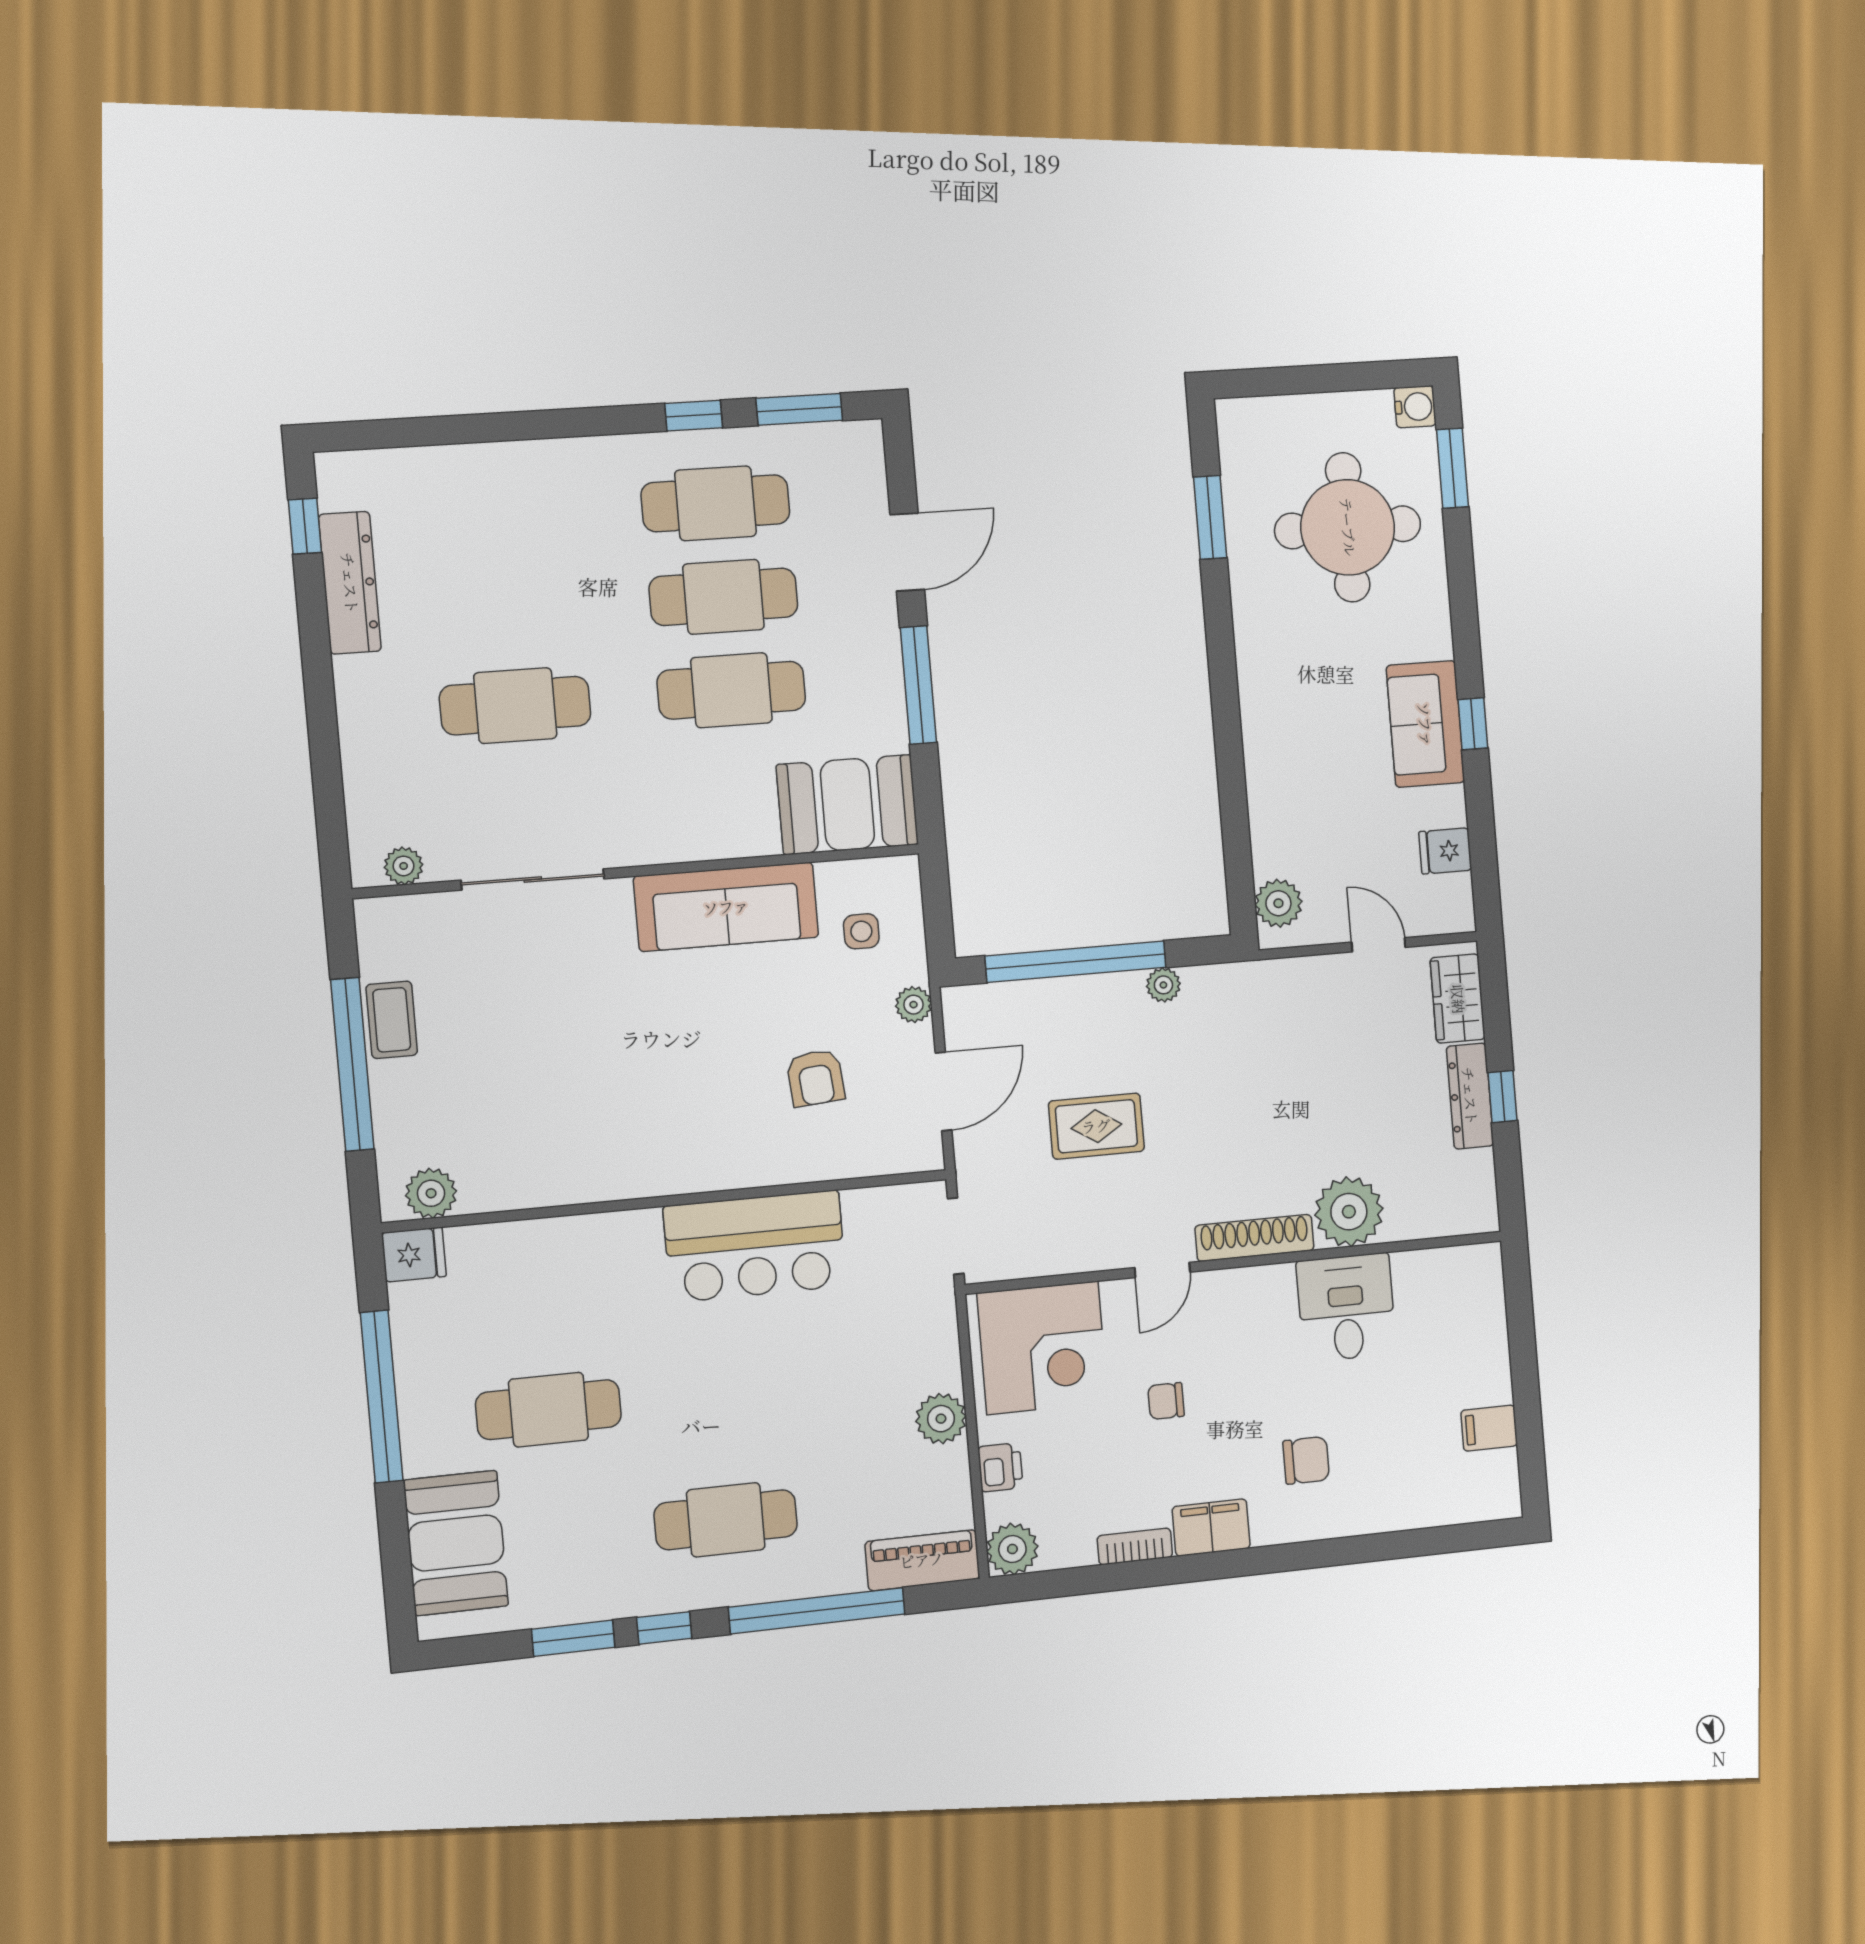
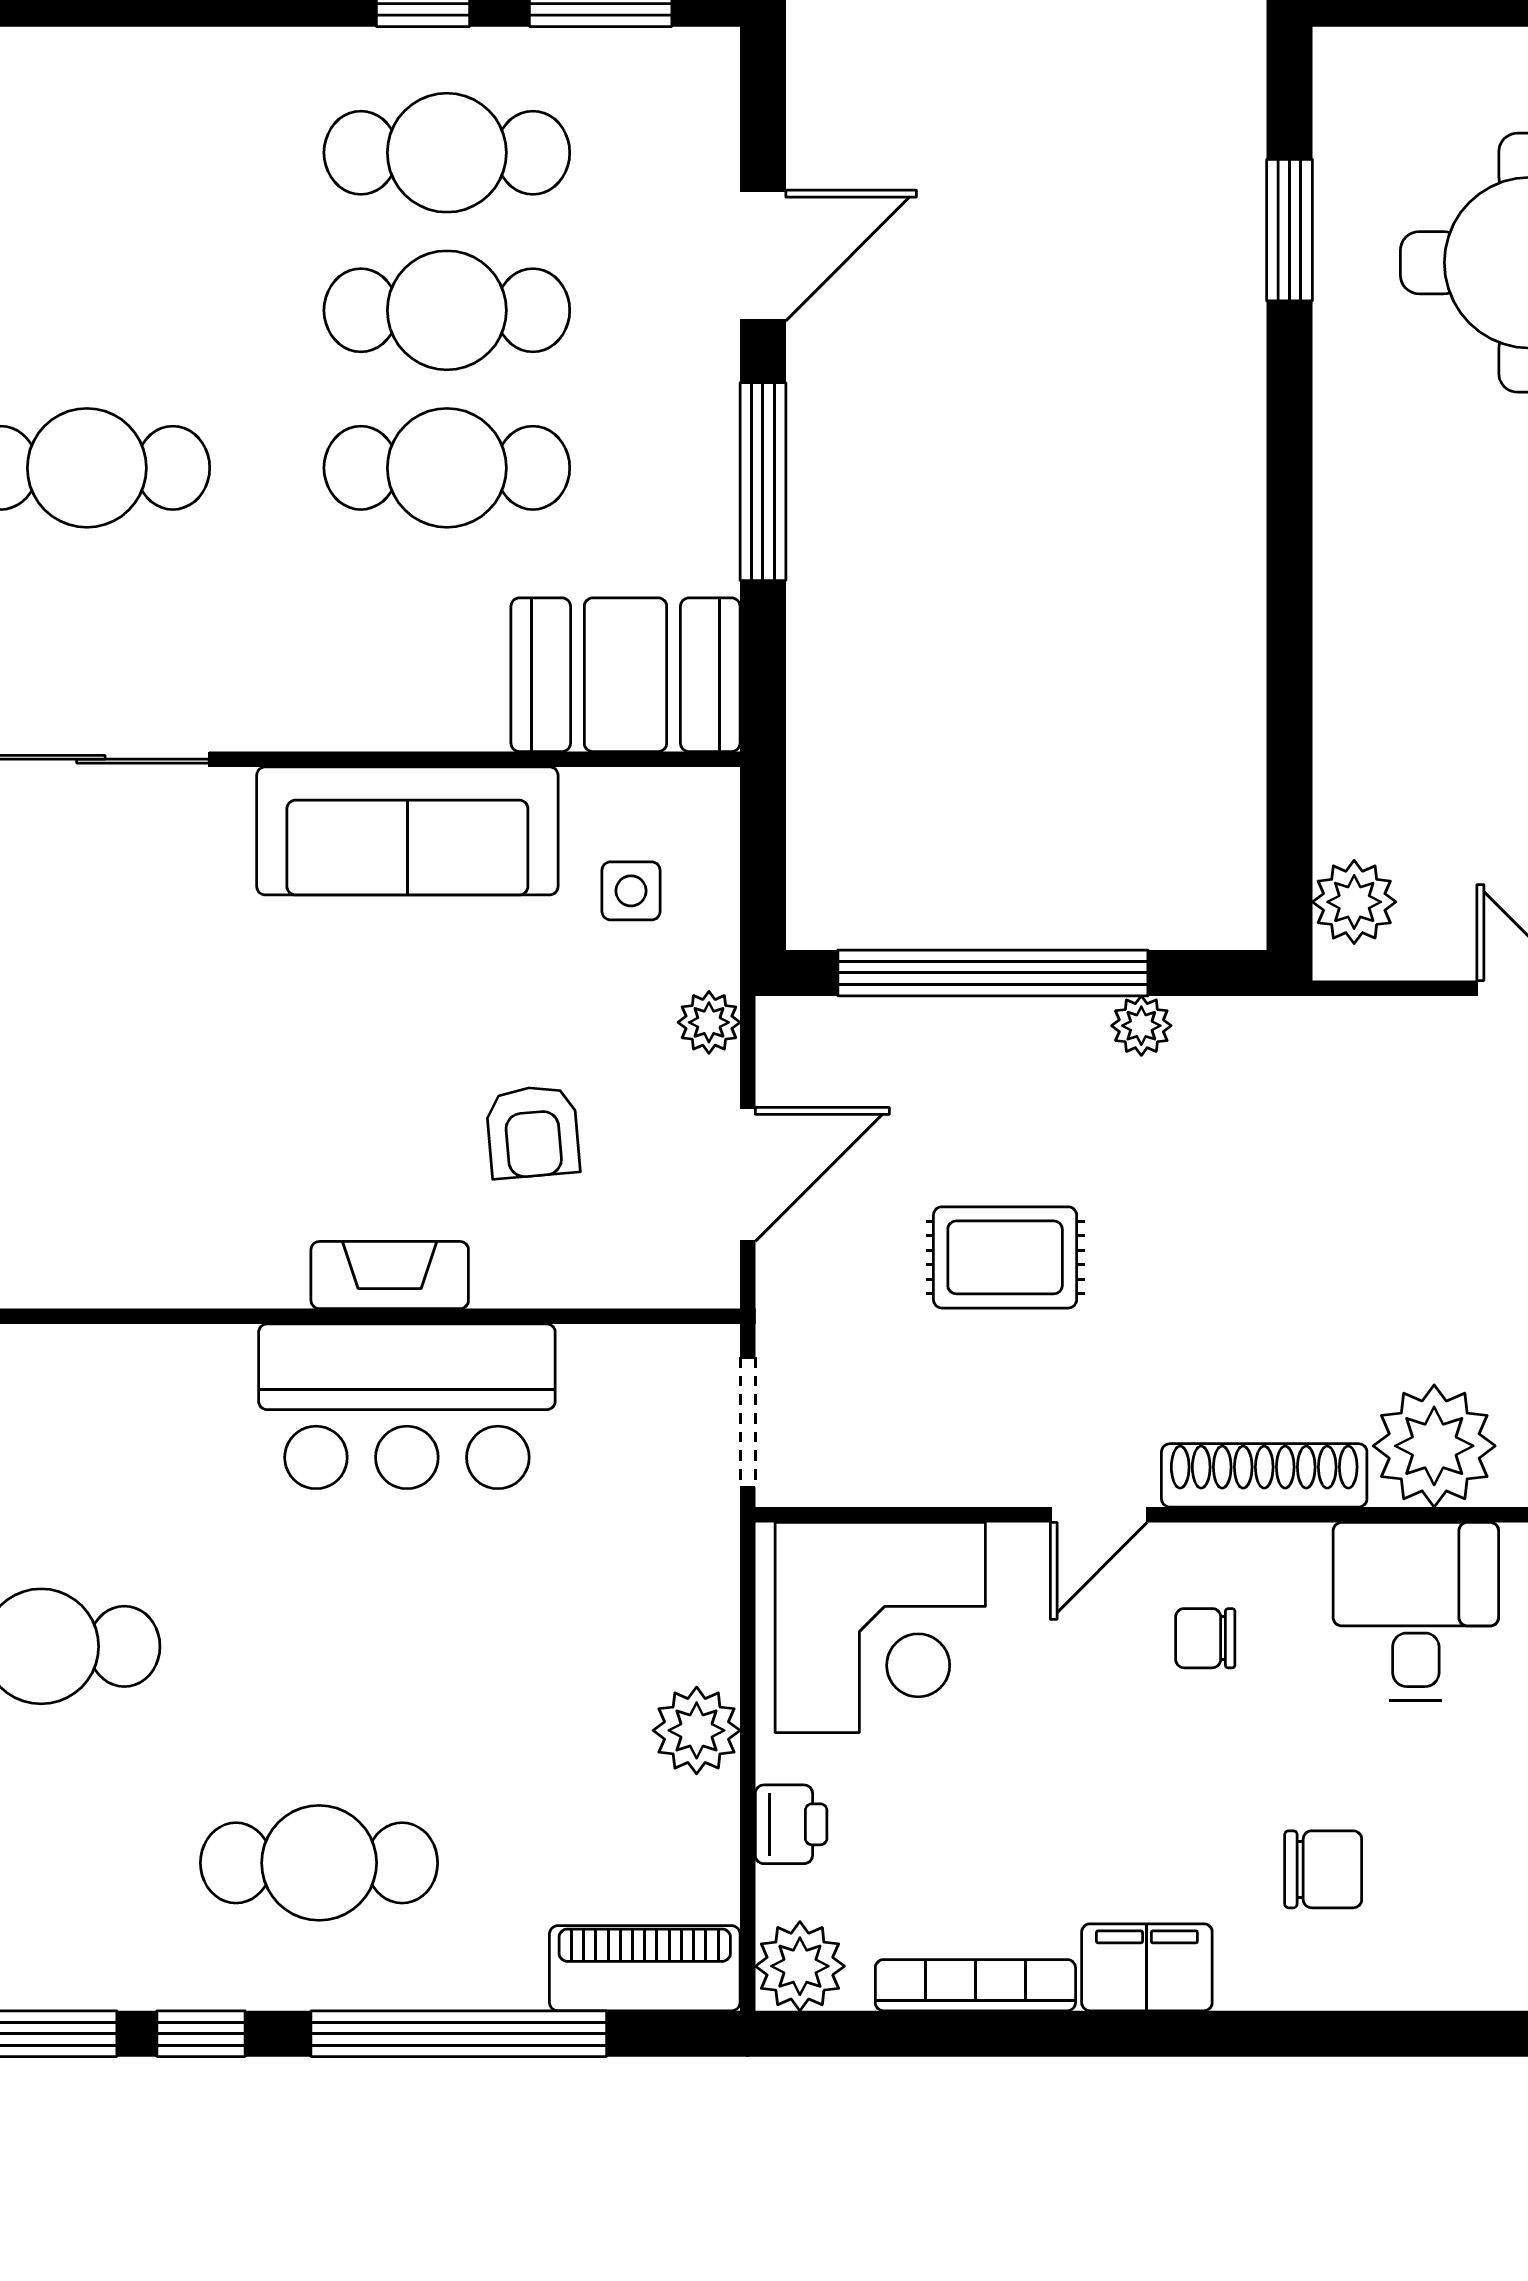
fireplace: (738, 1170) -> (390, 1275), added
chair: (1166, 1401) -> (1205, 1638), moved
bookcase: (1135, 1546) -> (975, 1985), width x1.56

